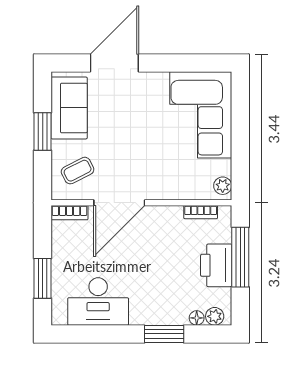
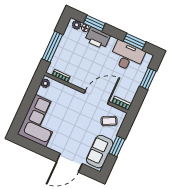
printer: (216, 265) -> (98, 38), moved, turned 90
window: (97, 334) -> (135, 42), added
window: (164, 334) -> (94, 23), moved

